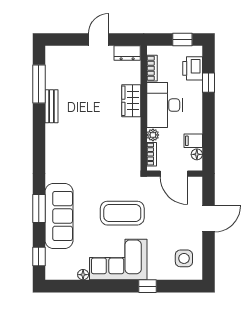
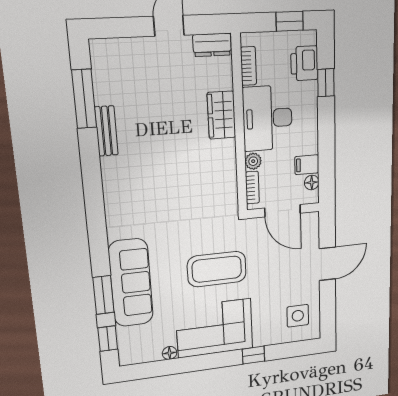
window: (39, 209) -> (103, 295), moved

